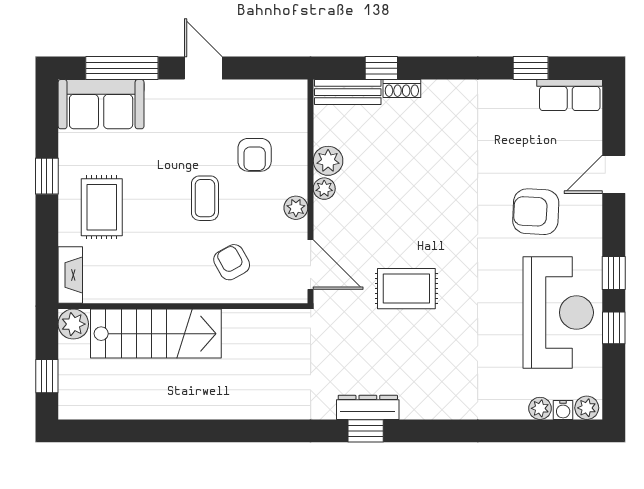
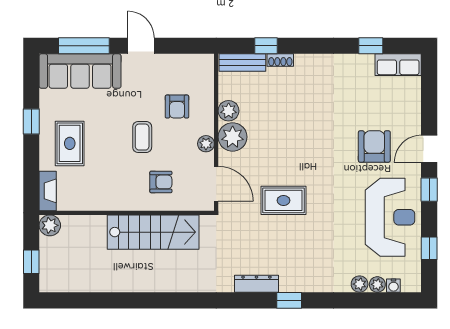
sofa: (101, 104) -> (80, 71), width x1.36
door: (614, 174) -> (429, 149), moved
plant: (324, 189) -> (233, 137), width x1.88, depth x1.88
armchair: (536, 212) -> (374, 146), turned 87
armchair: (232, 262) -> (161, 182), turned 119
window: (614, 328) -> (429, 248), moved
stairs: (156, 334) -> (153, 232), moved
plant: (587, 408) -> (360, 284), moved
window: (366, 431) -> (289, 300), moved

